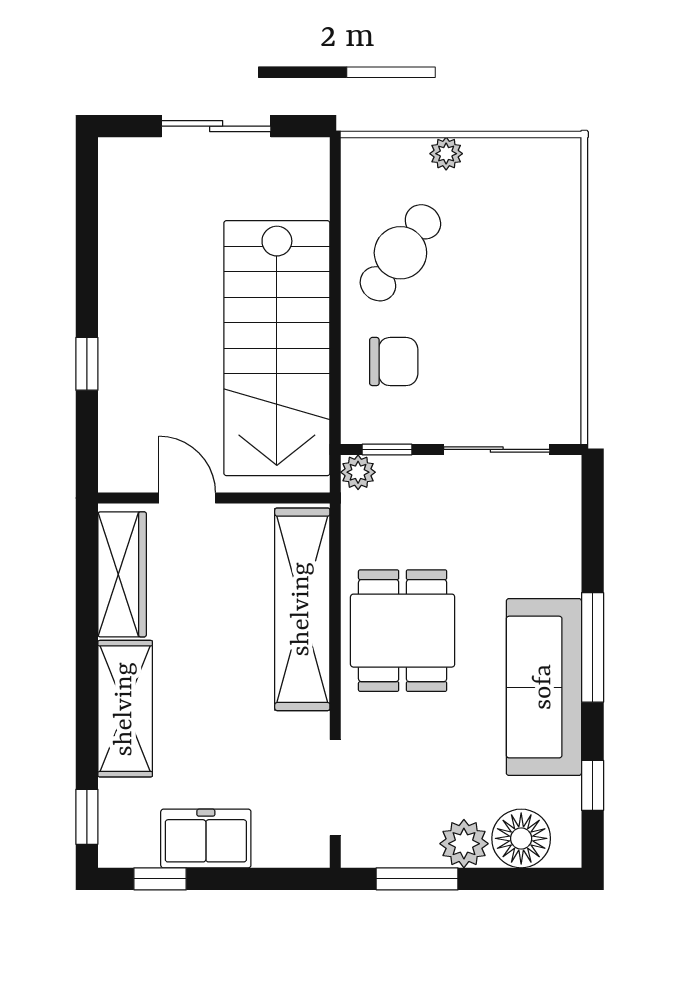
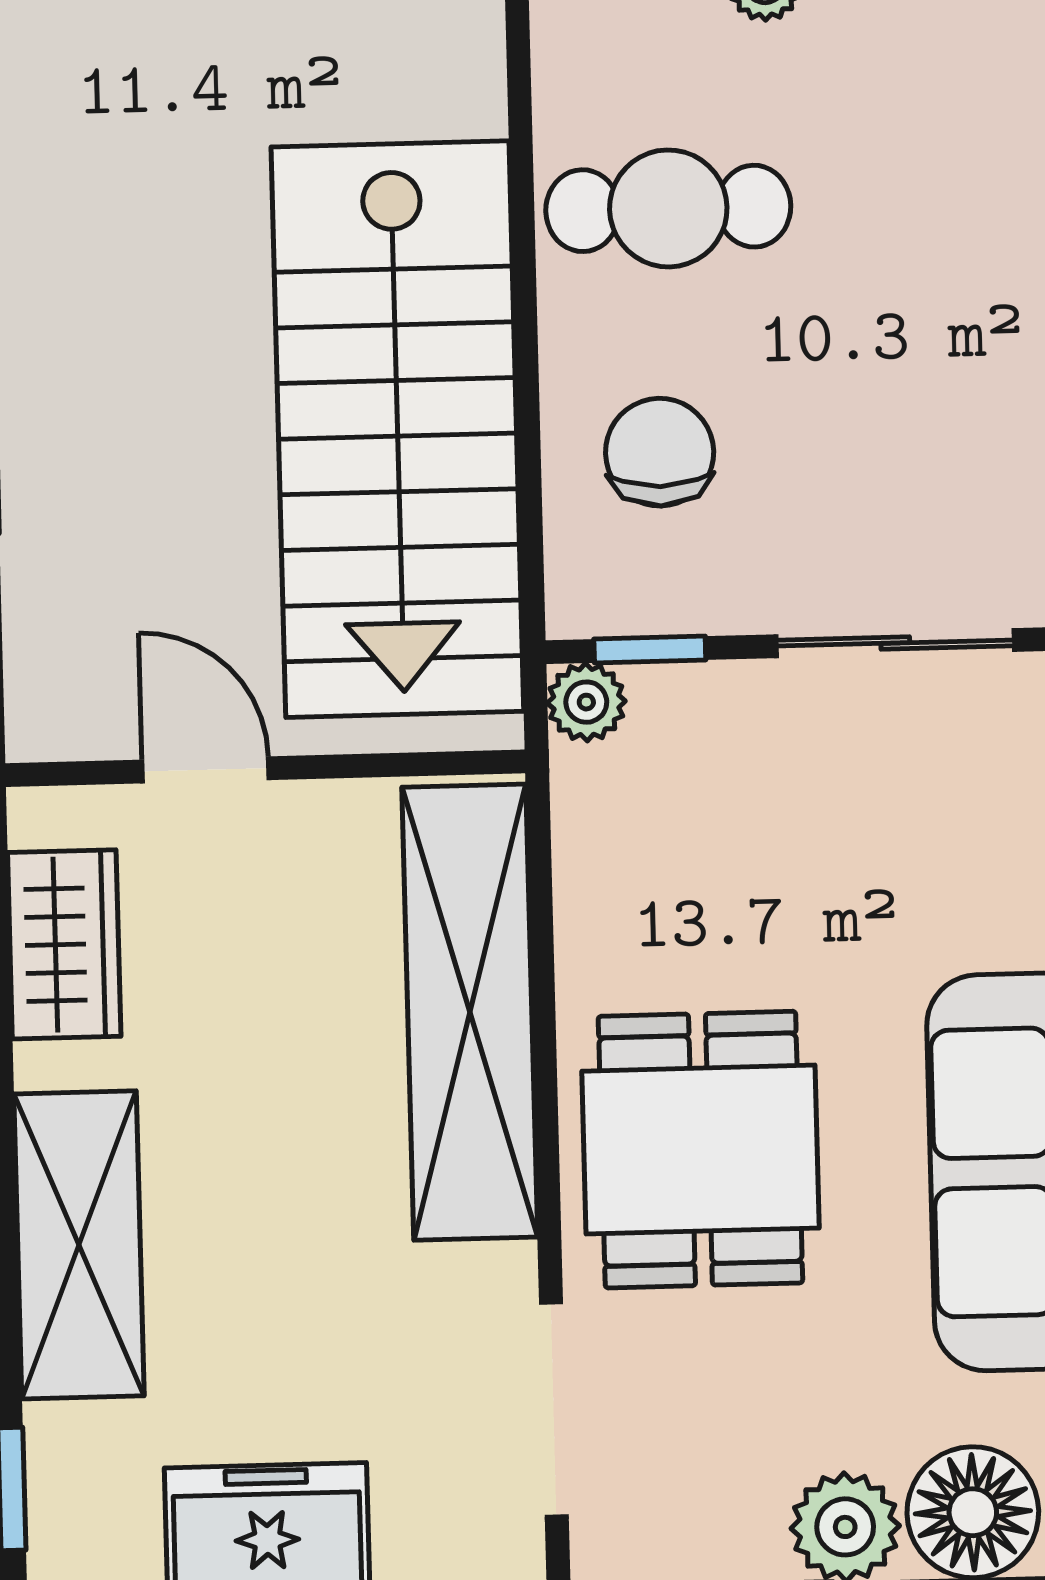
cafe table: (400, 253) -> (668, 208), turned 54
chair: (394, 362) -> (660, 452), turned -90
wardrobe: (122, 574) -> (64, 944), width x0.67
dining table: (403, 631) -> (700, 1150), moved

